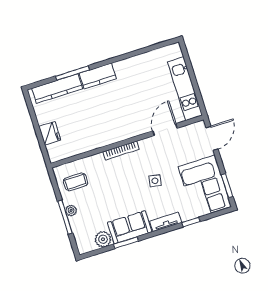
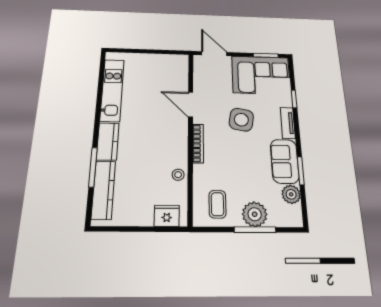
kitchen unit: (185, 89) -> (112, 90), moved, turned -90
door: (165, 130) -> (191, 105), moved
fridge: (50, 133) -> (167, 216), moved
stool: (89, 143) -> (178, 175), added
side table: (155, 181) -> (241, 120), width x1.87, depth x1.87
plant: (71, 210) -> (255, 214), width x1.88, depth x1.88

